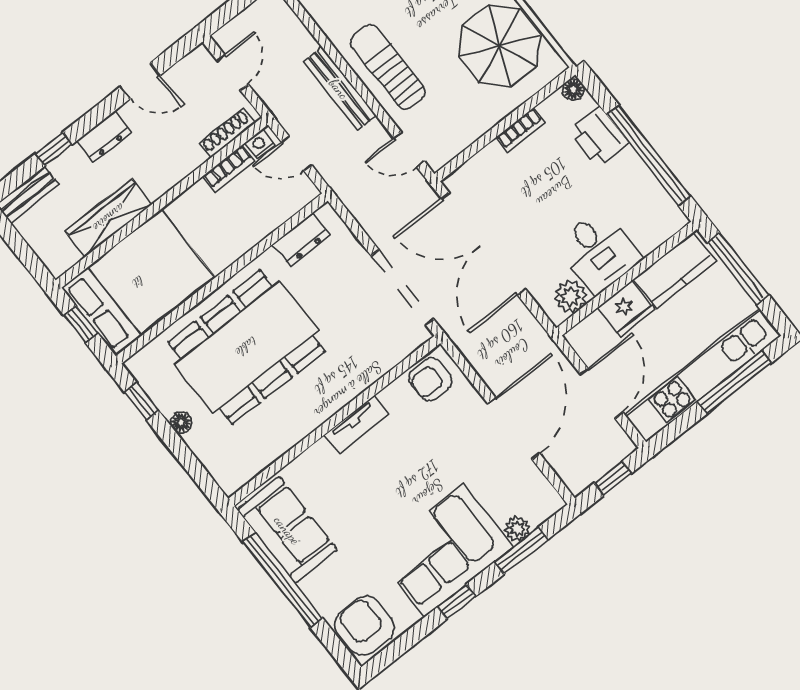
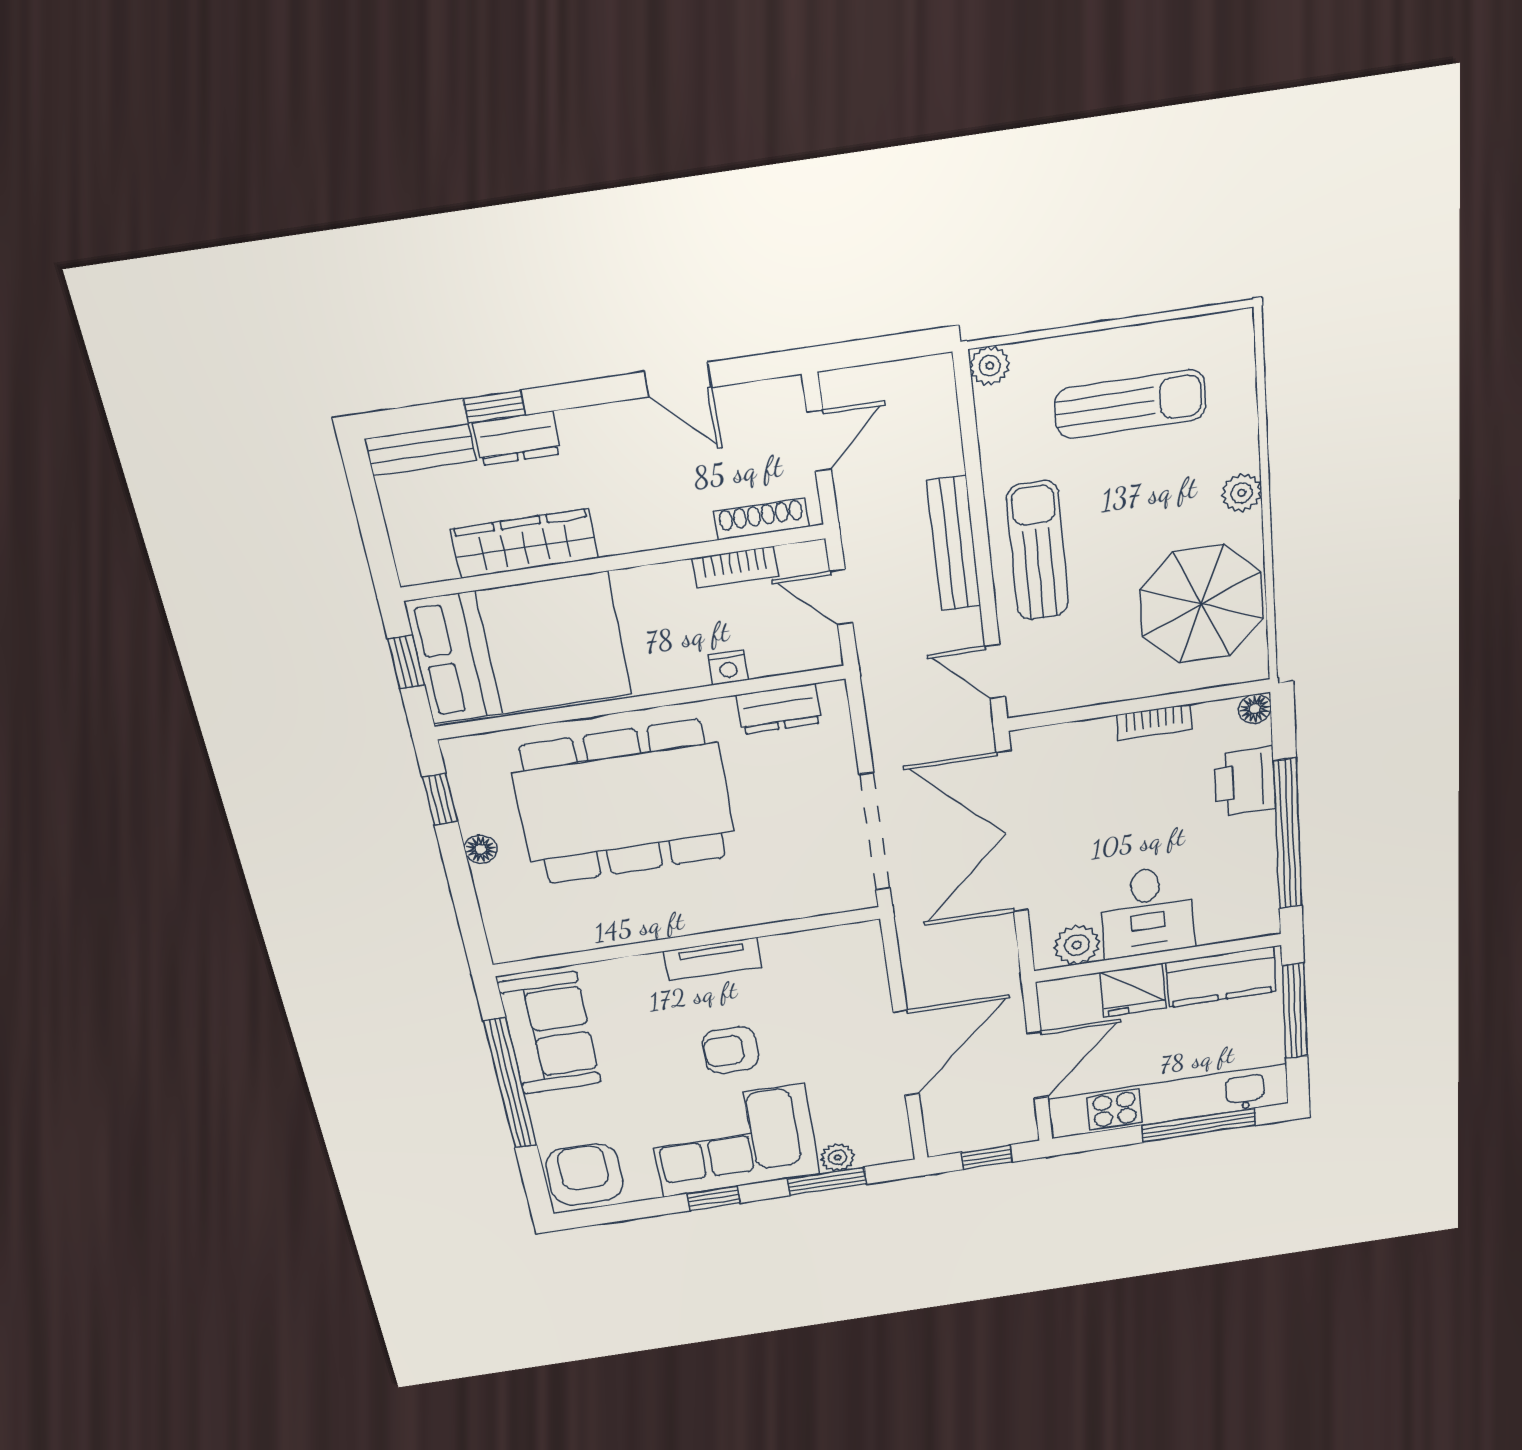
dresser: (104, 137) -> (517, 438), moved
nightstand: (260, 145) -> (728, 667), moved, turned 180
armchair: (430, 379) -> (731, 1050), moved

